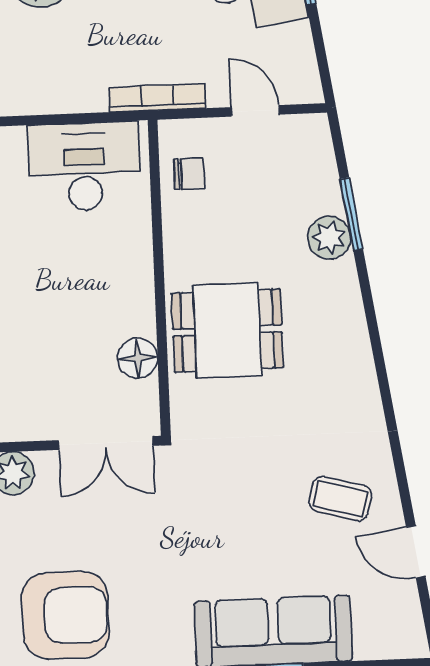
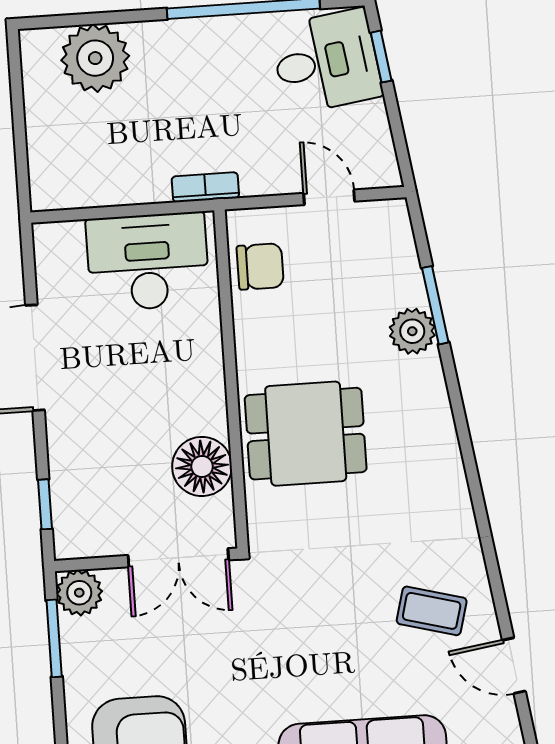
bookcase: (157, 98) -> (205, 187), width x0.64
chair: (189, 174) -> (260, 266), width x1.37, depth x1.37
floor lamp: (138, 358) -> (202, 466), width x1.38, depth x1.38

